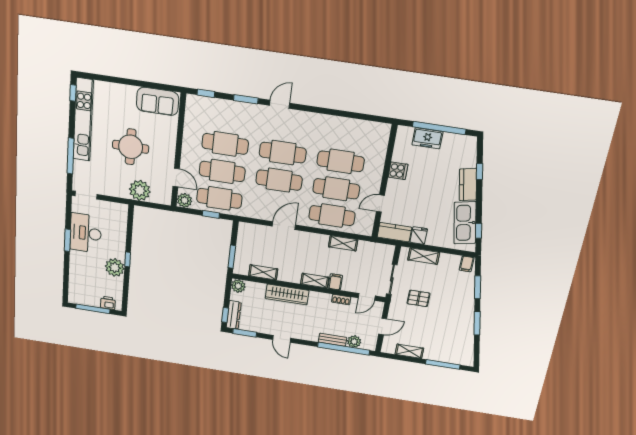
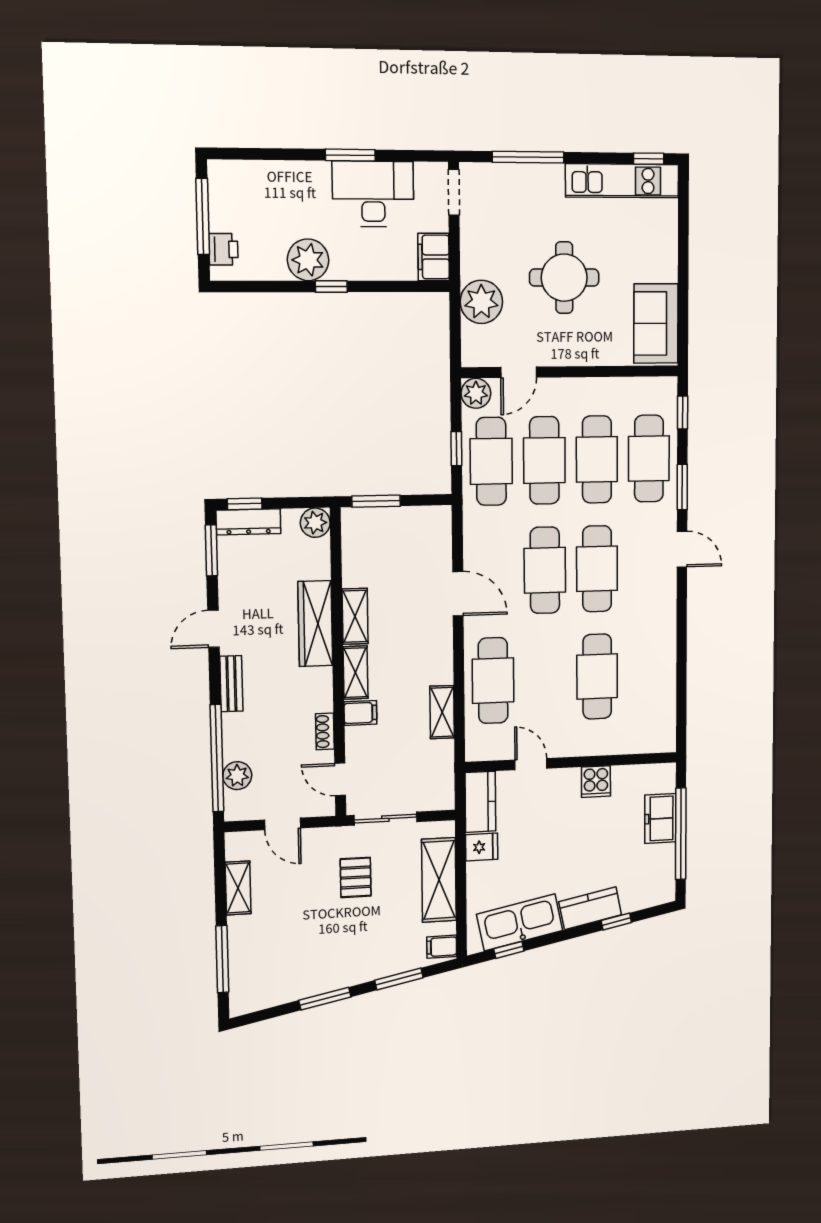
kitchen unit: (83, 120) -> (622, 181), width x0.73
cafe table: (336, 189) -> (649, 459), moved
filing cabinet: (117, 210) -> (434, 257), added
shelving: (424, 256) -> (439, 880), width x1.50, depth x1.33
shelving: (263, 272) -> (355, 616), moved
bench: (332, 340) -> (231, 684), moved

